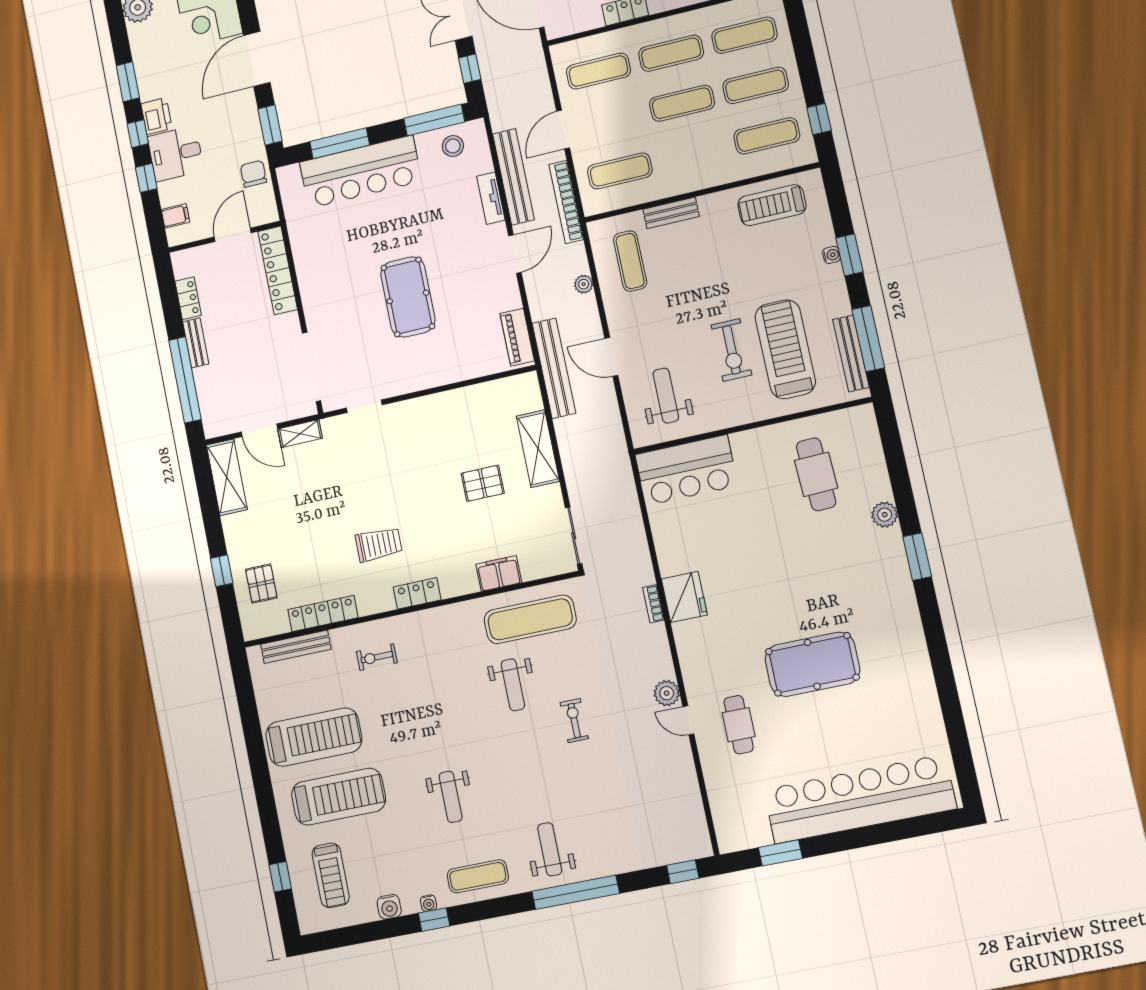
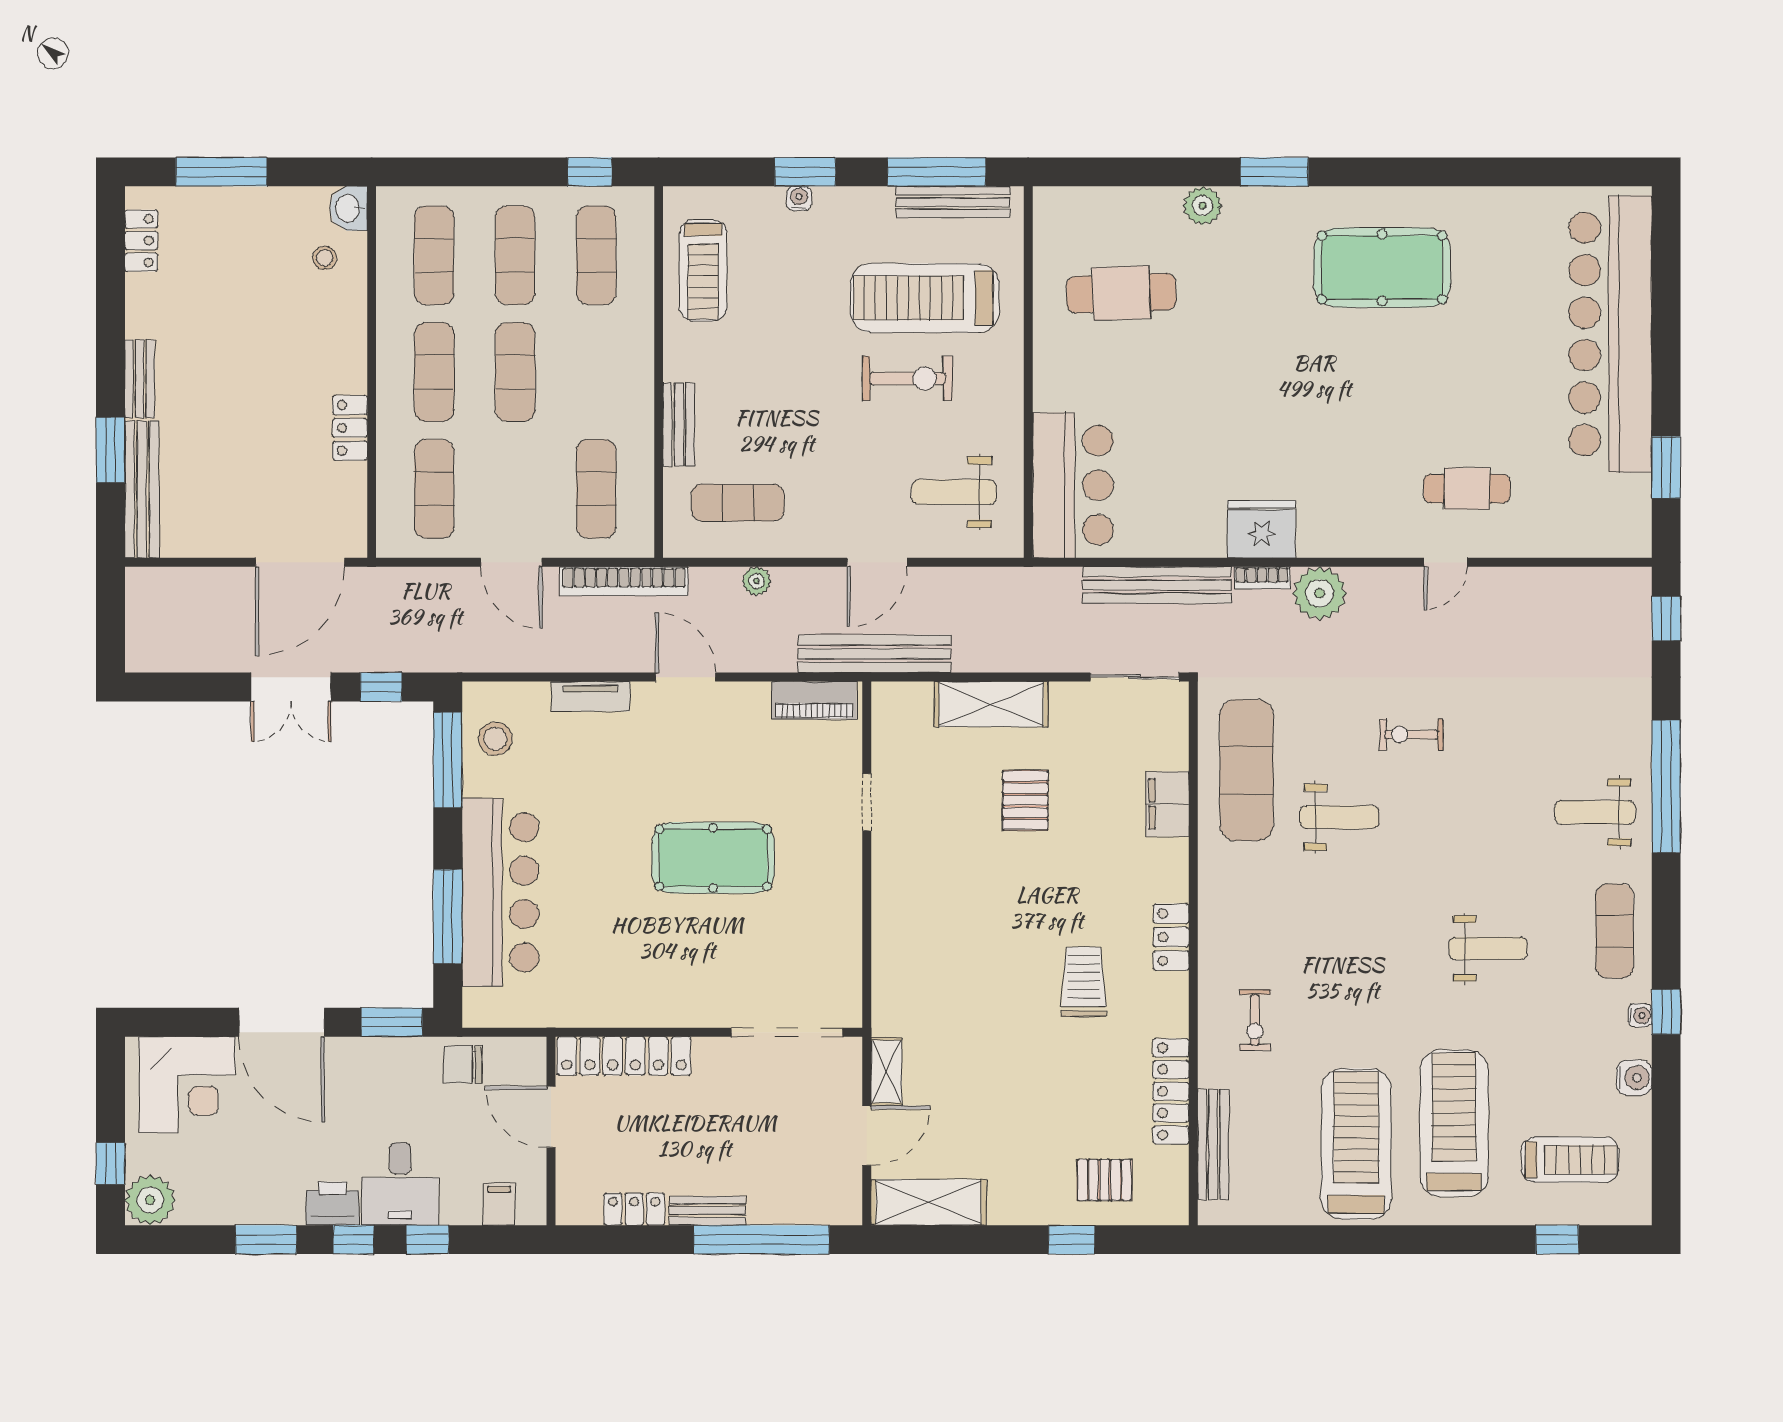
bench: (514, 177) -> (1157, 585), moved
doorway: (364, 406) -> (867, 802), moved
pool table: (812, 664) -> (1382, 267), moved, turned 90
plant: (667, 693) -> (1320, 593), moved, width x1.36, depth x1.36

